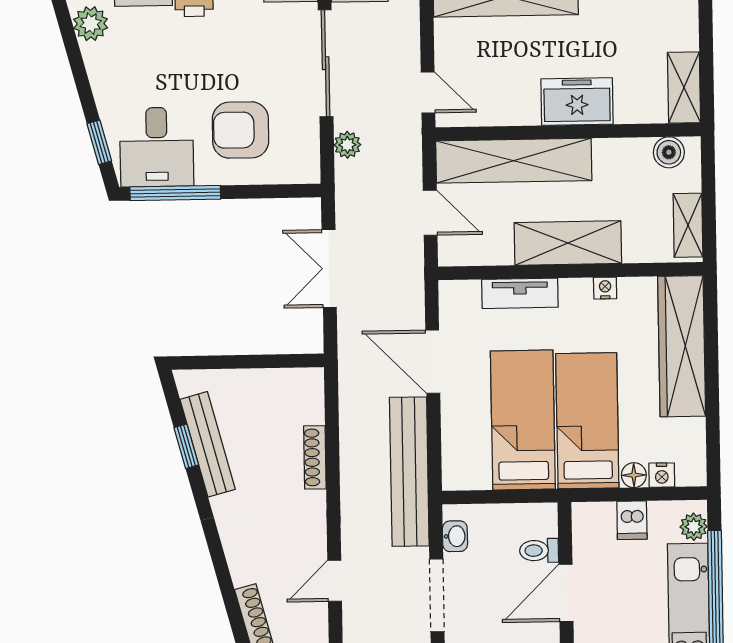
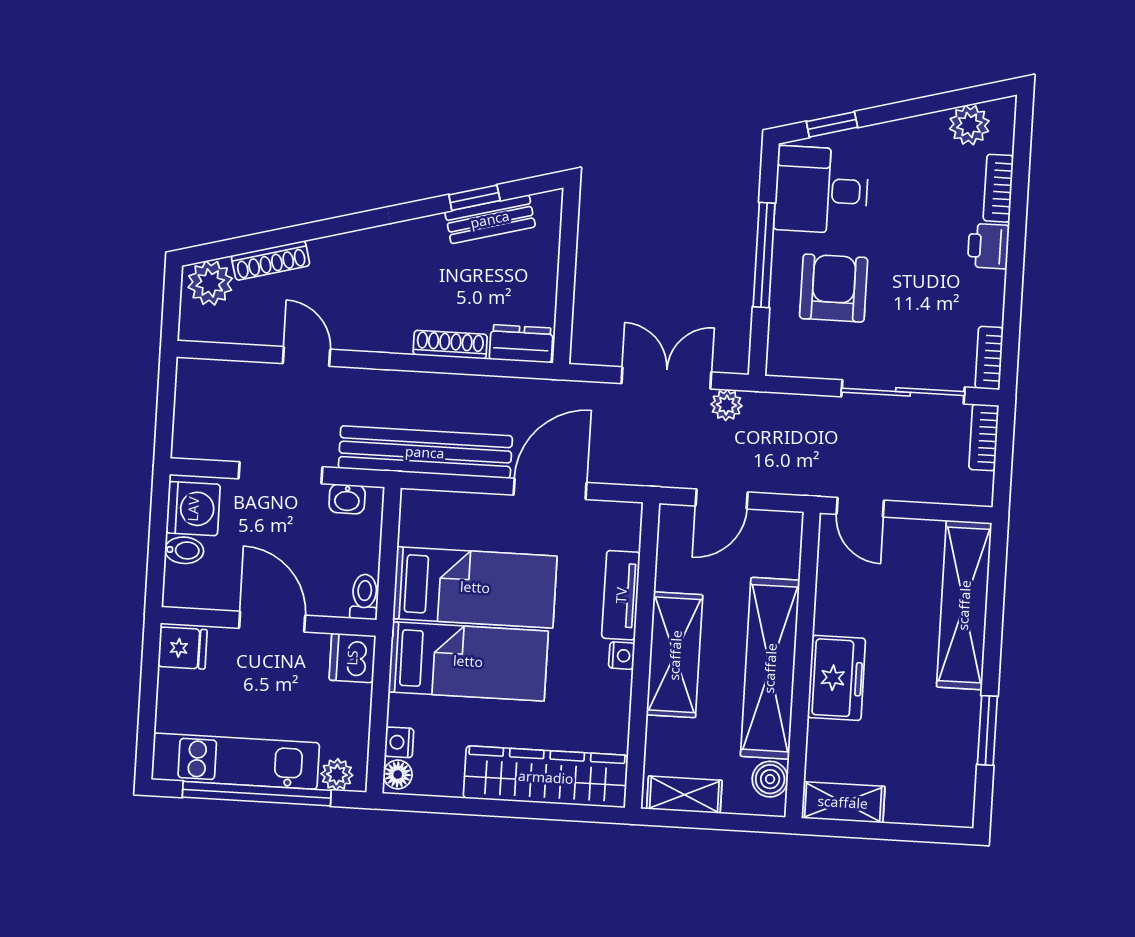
door: (428, 92) -> (860, 507), hinge flipped
plant: (347, 145) -> (726, 405), moved
shelving: (514, 161) -> (770, 668), moved
window: (175, 193) -> (764, 255), moved
nightstand: (605, 288) -> (622, 656), moved
dresser: (309, 396) -> (521, 344), added
bench: (208, 444) -> (490, 219), width x0.73
floor lamp: (634, 475) -> (398, 774), moved
dishwasher: (632, 520) -> (352, 658), moved, width x1.38
toilet: (539, 551) -> (364, 597), moved

